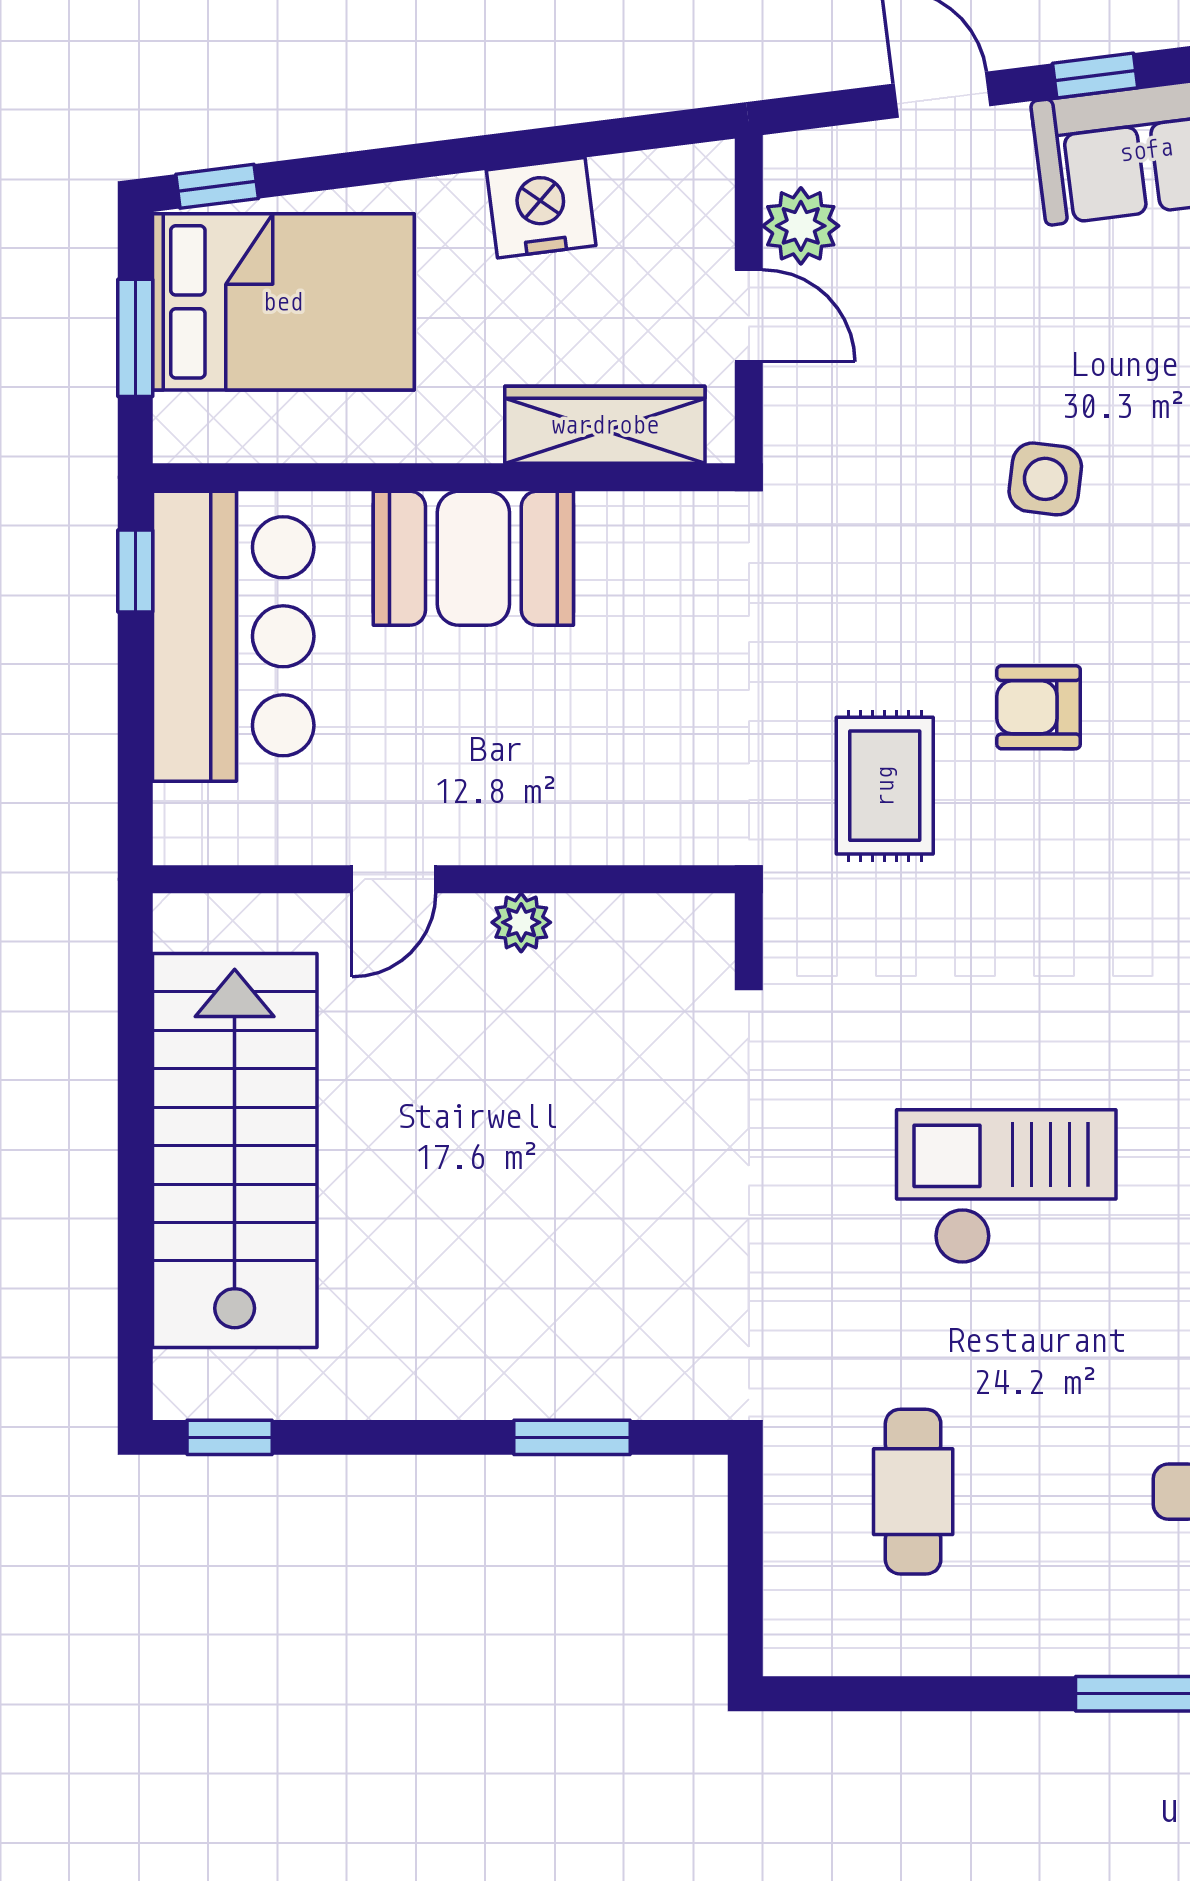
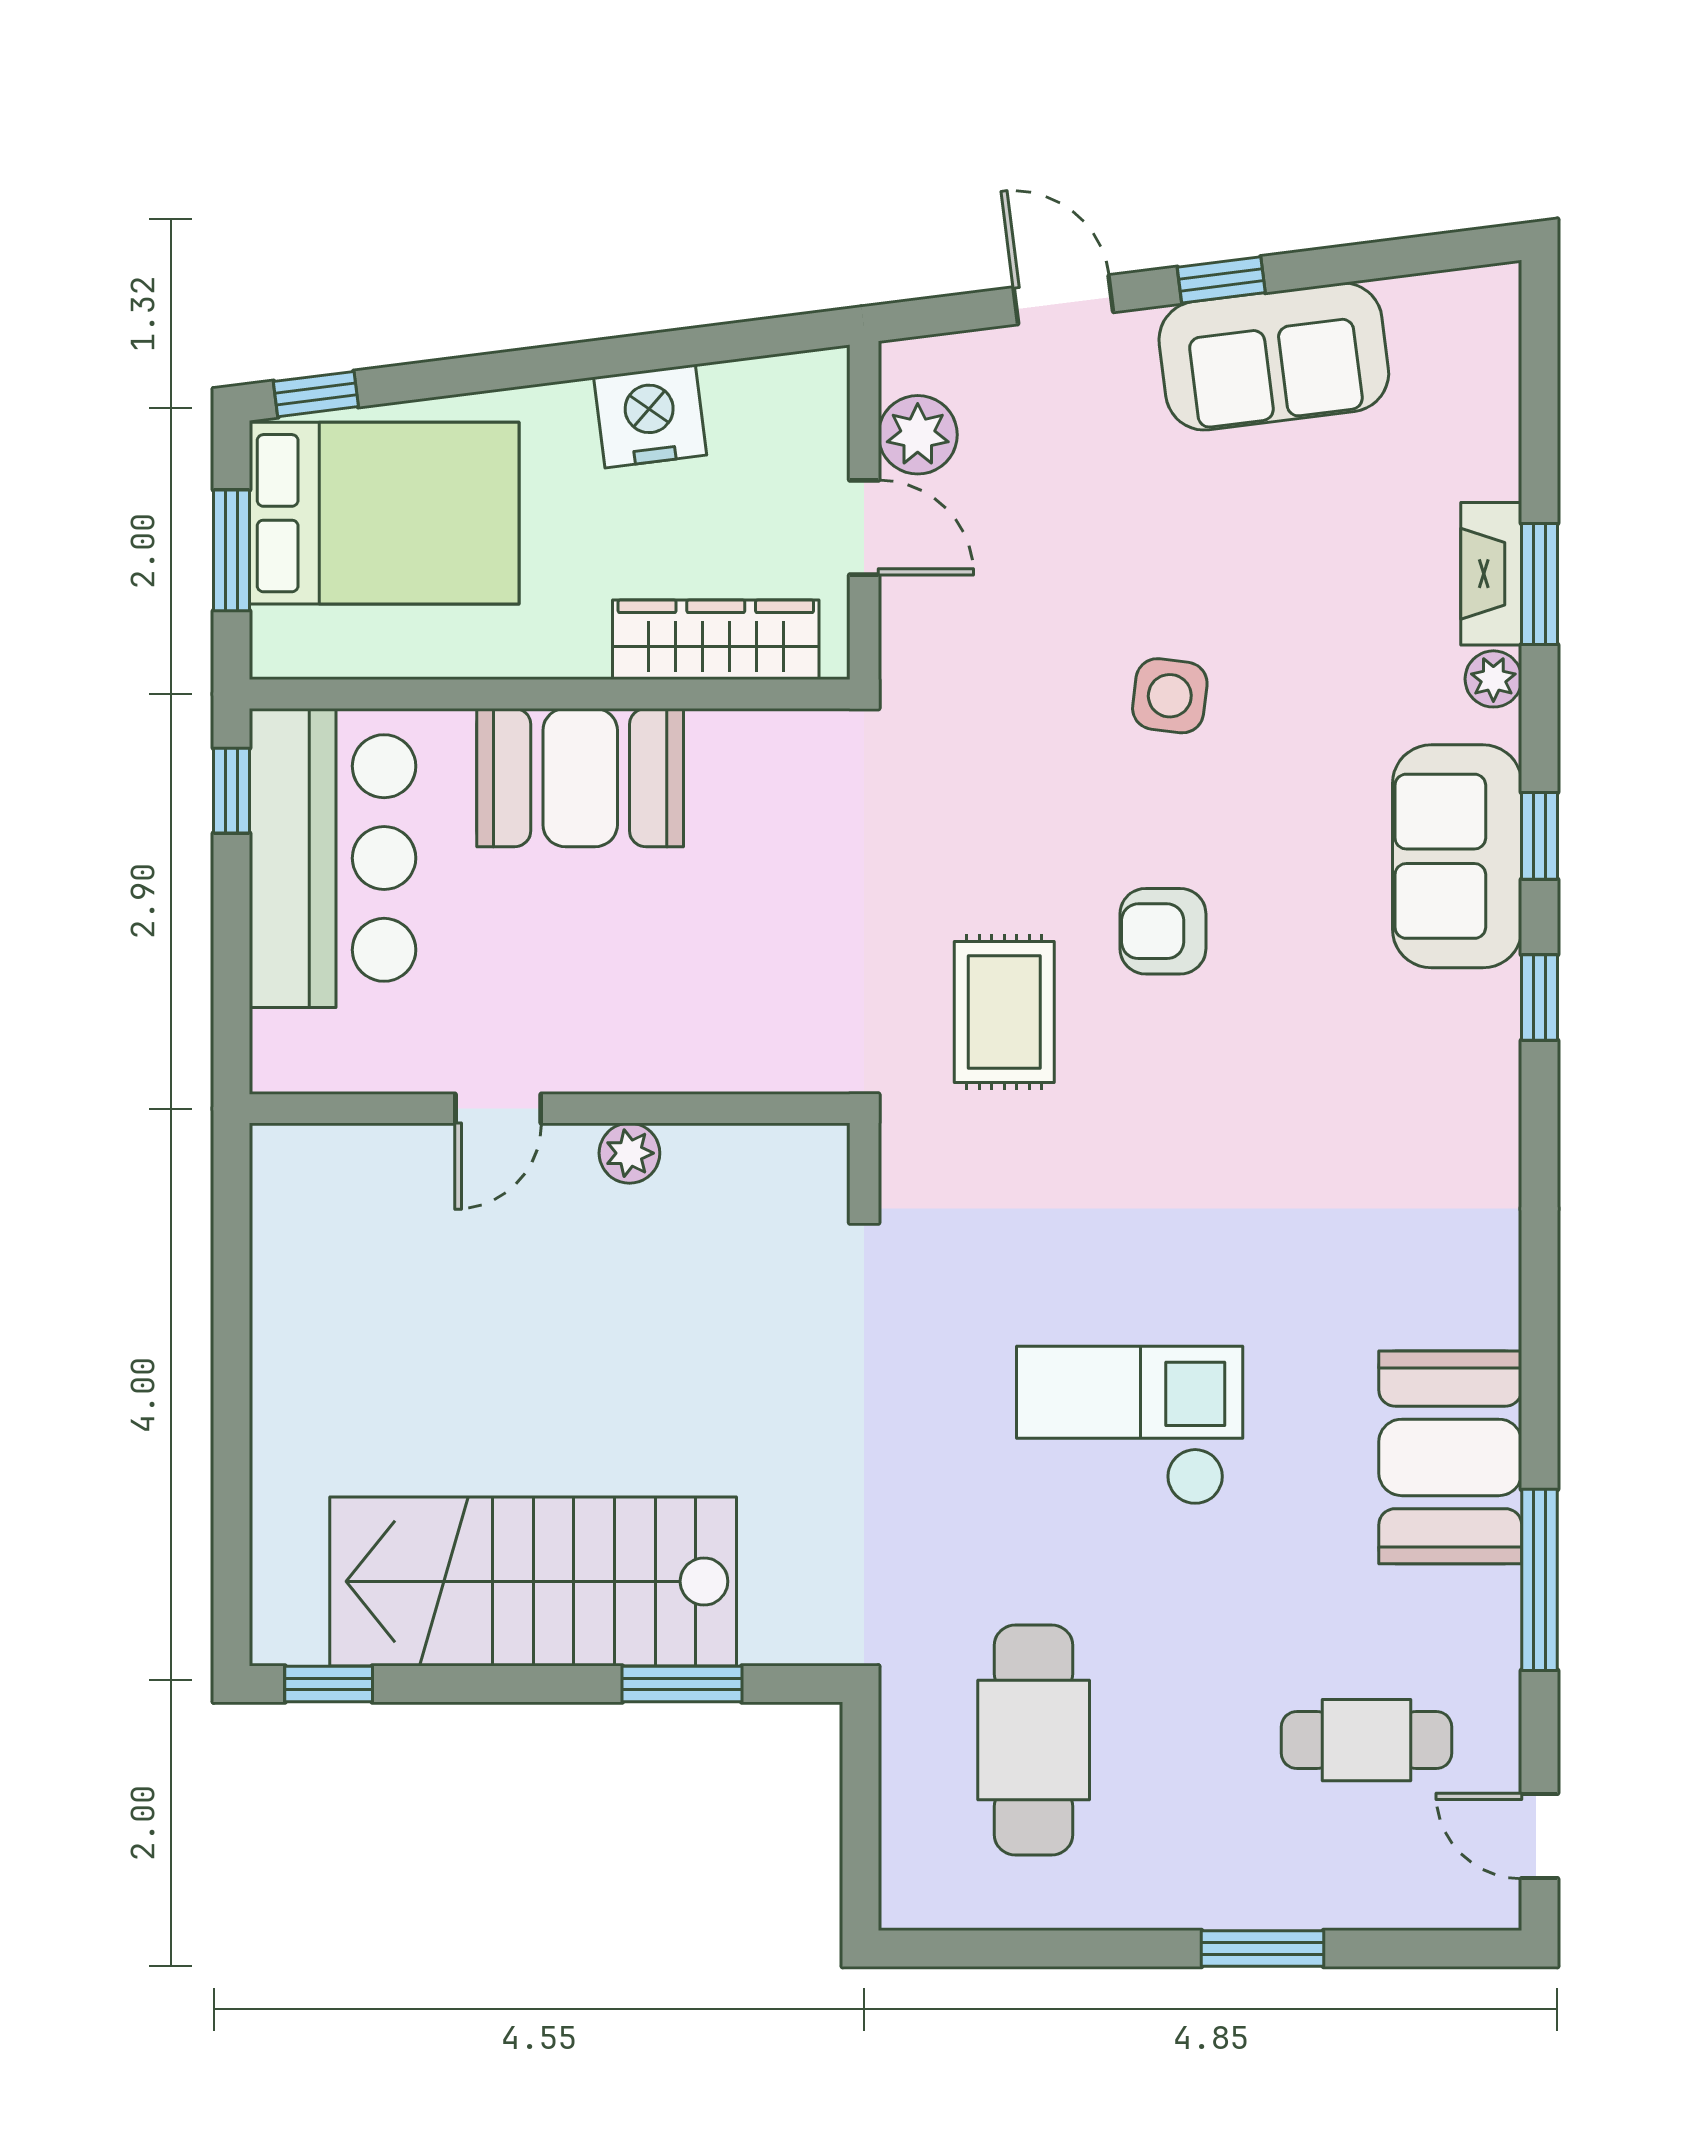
stairs: (235, 1151) -> (533, 1581), moved, turned -90
cafe table: (913, 1492) -> (1034, 1740), width x1.37, depth x1.35

